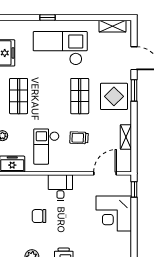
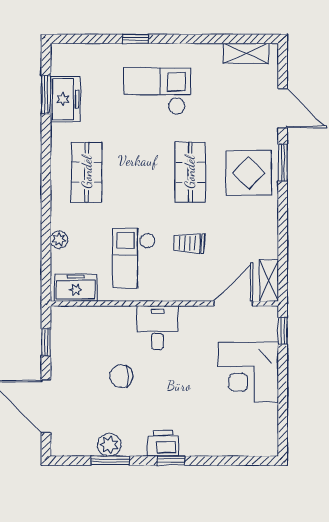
checkout: (60, 48) -> (157, 91), width x0.73, depth x0.83
shelving: (126, 137) -> (269, 280), moved

